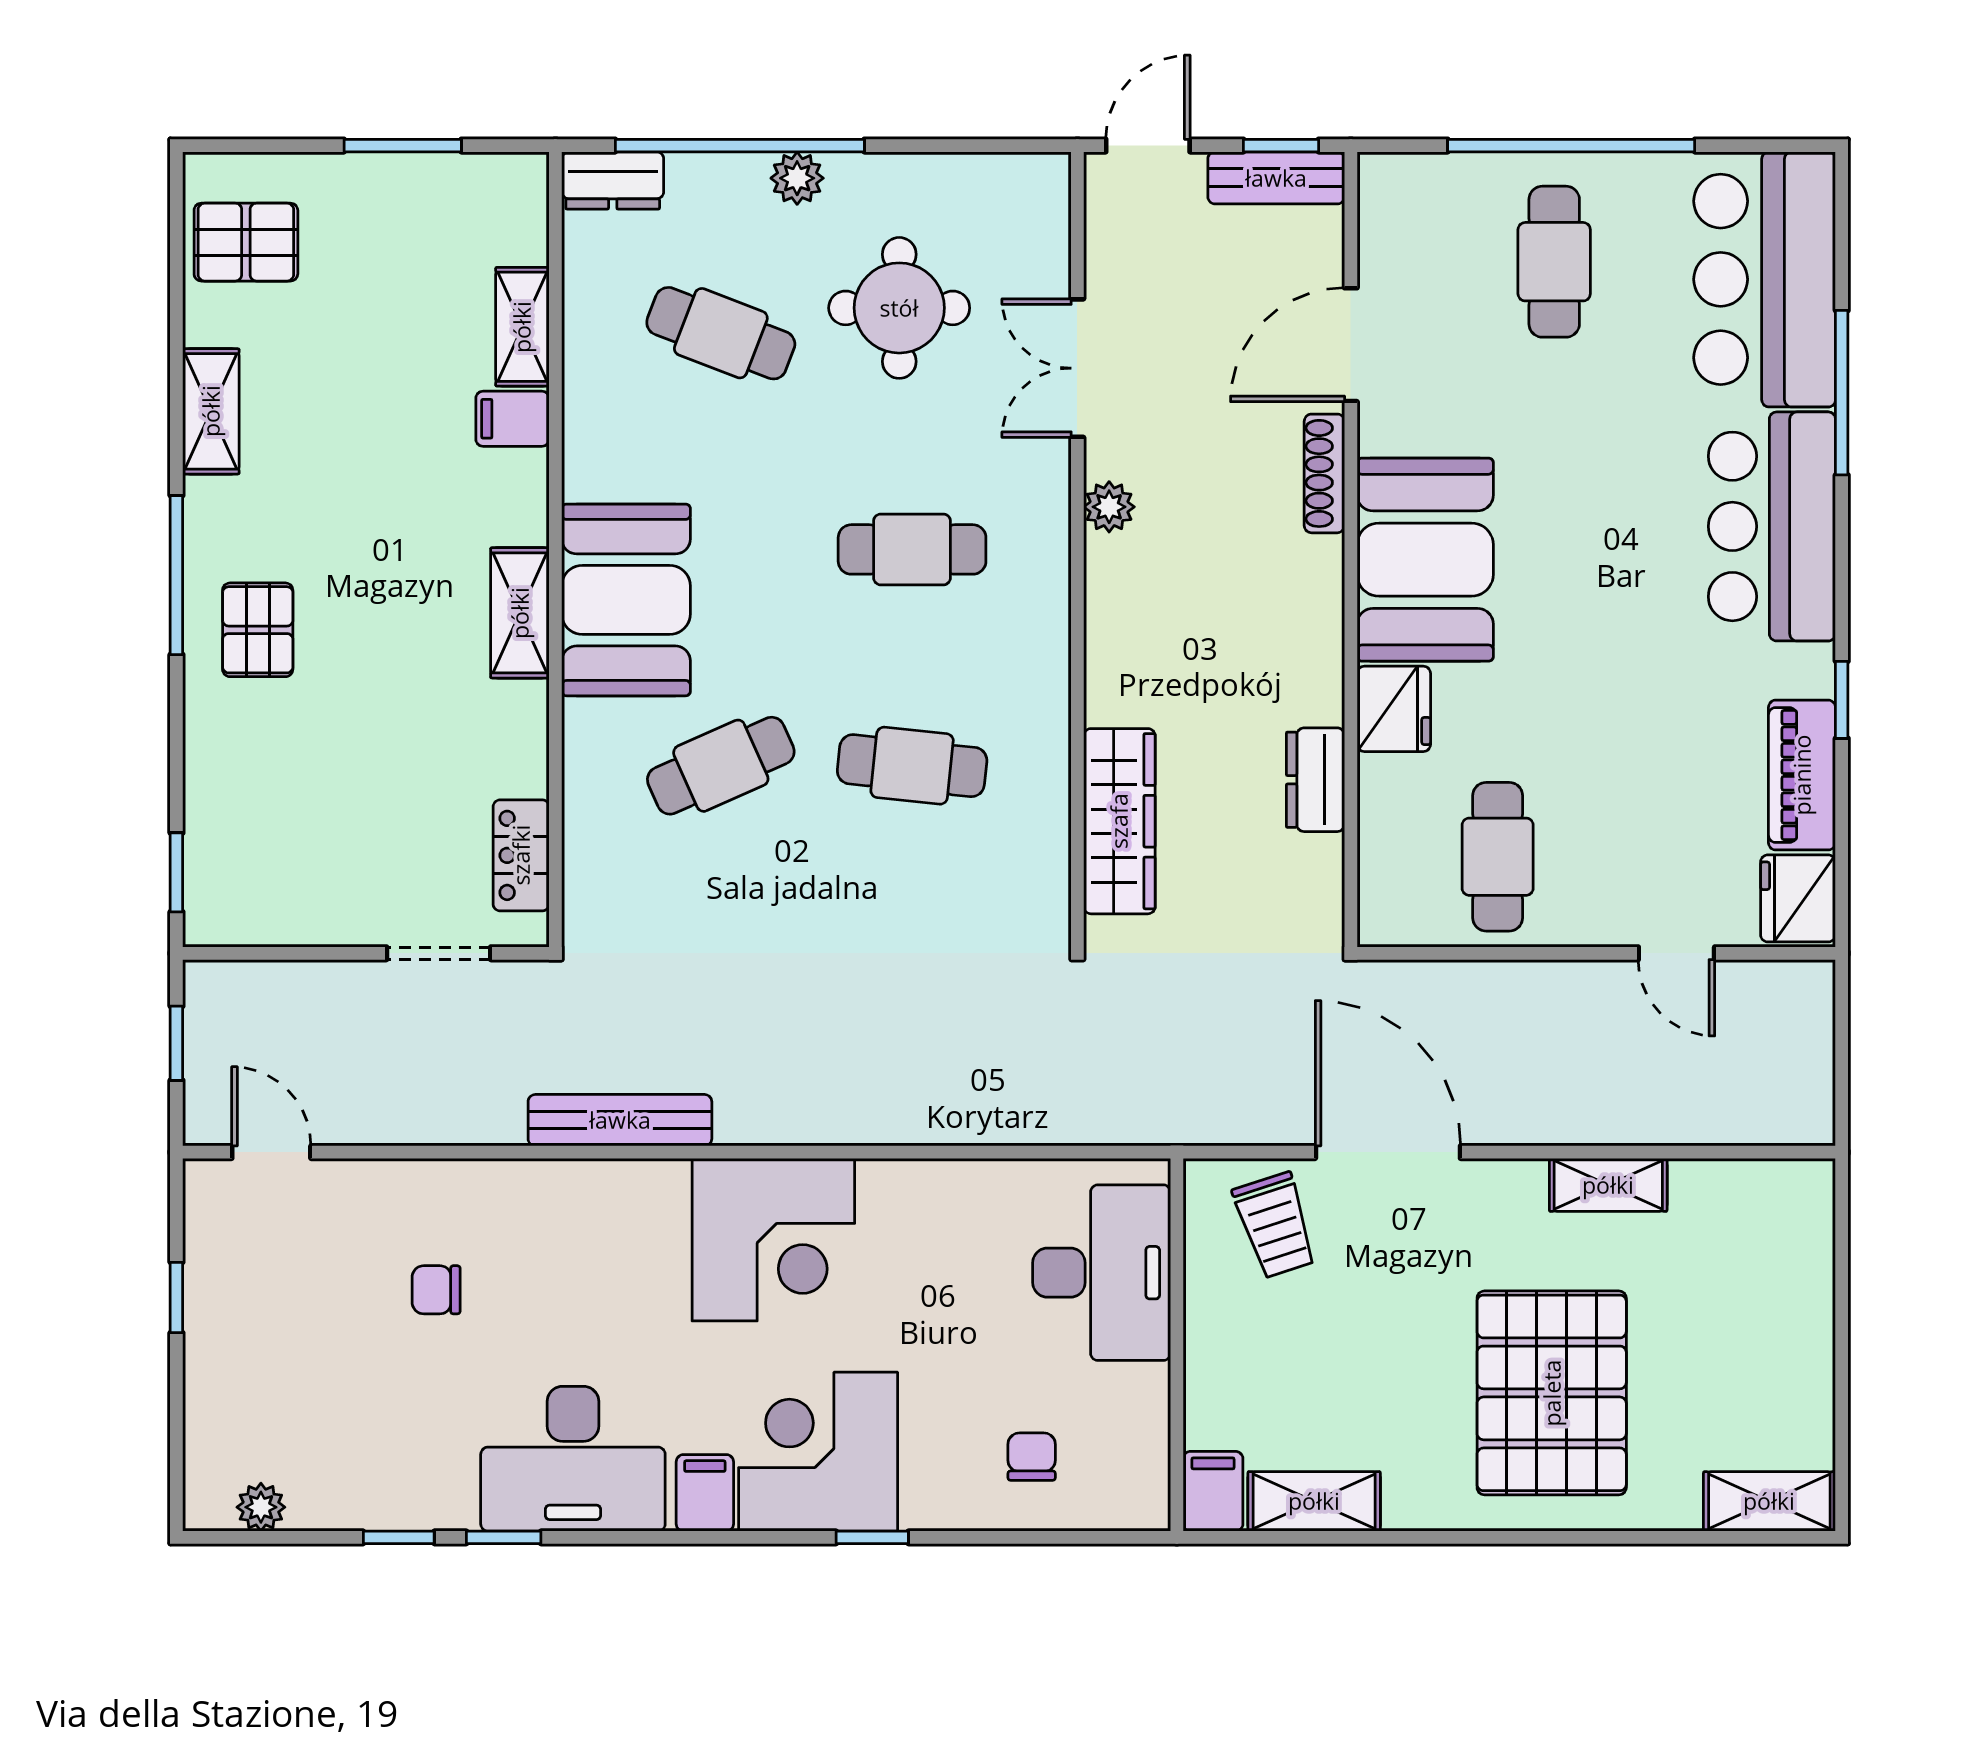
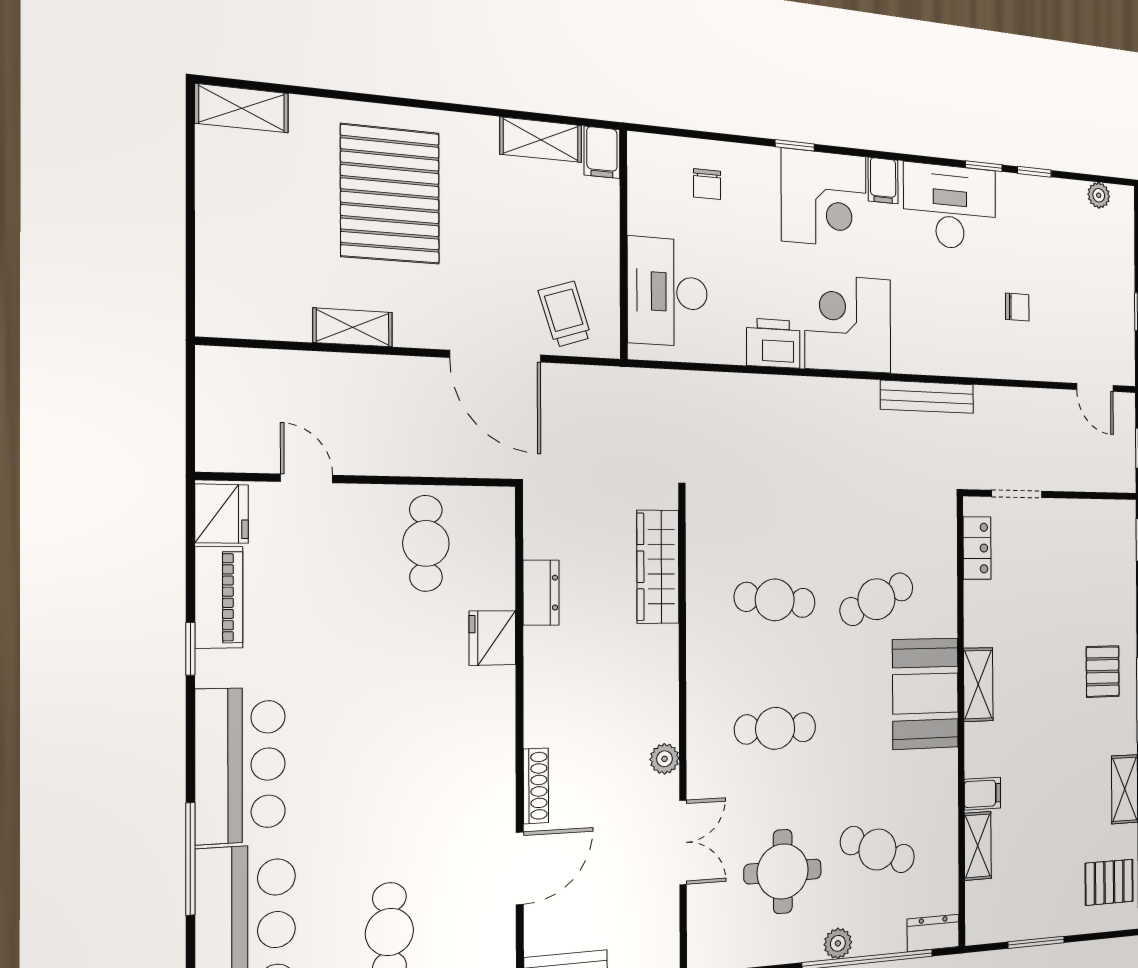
booth: (1425, 560) -> (473, 734), removed
printer: (913, 1199) -> (773, 343), added

